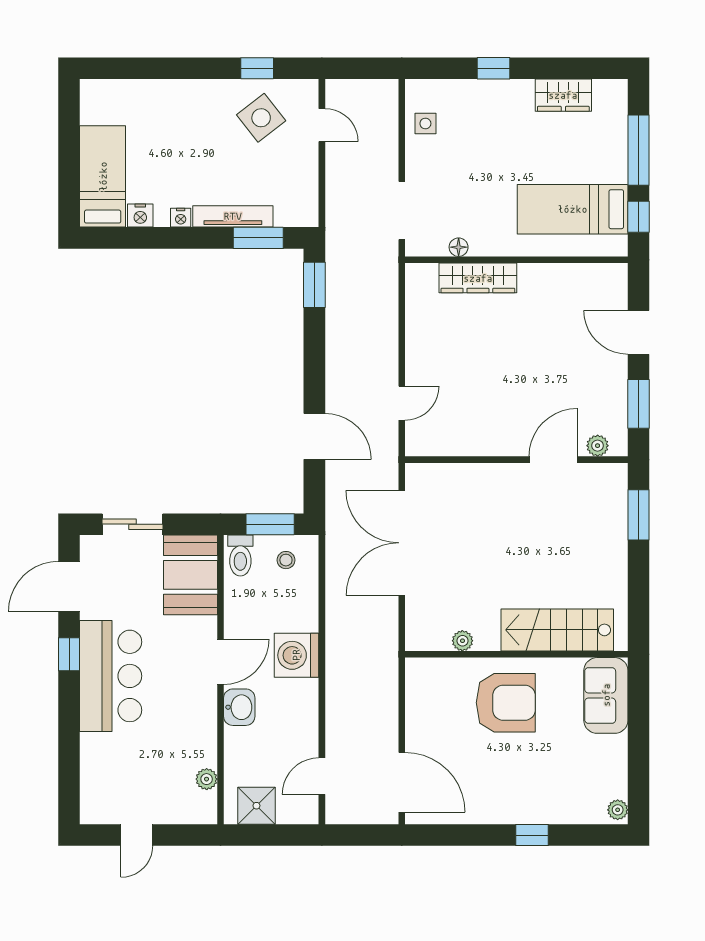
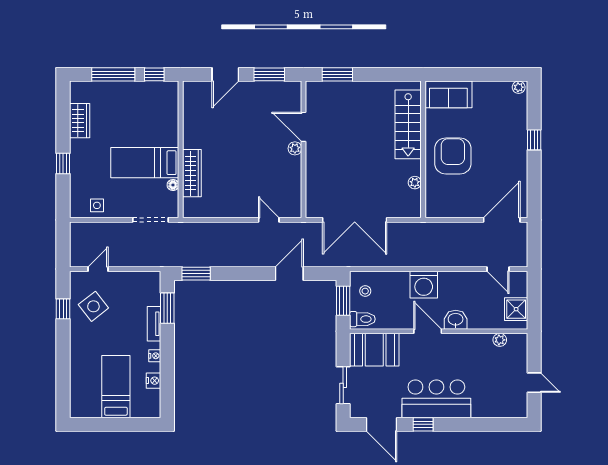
bed: (103, 176) -> (116, 387), moved, turned 90
bed: (573, 209) -> (145, 163), moved, turned 90
tv unit: (233, 216) -> (154, 324), width x0.71
plant: (598, 446) -> (295, 148), moved

